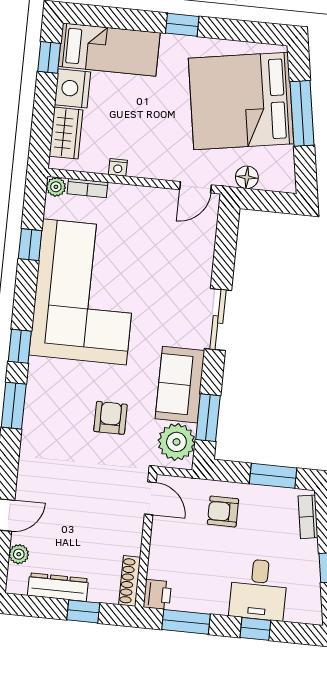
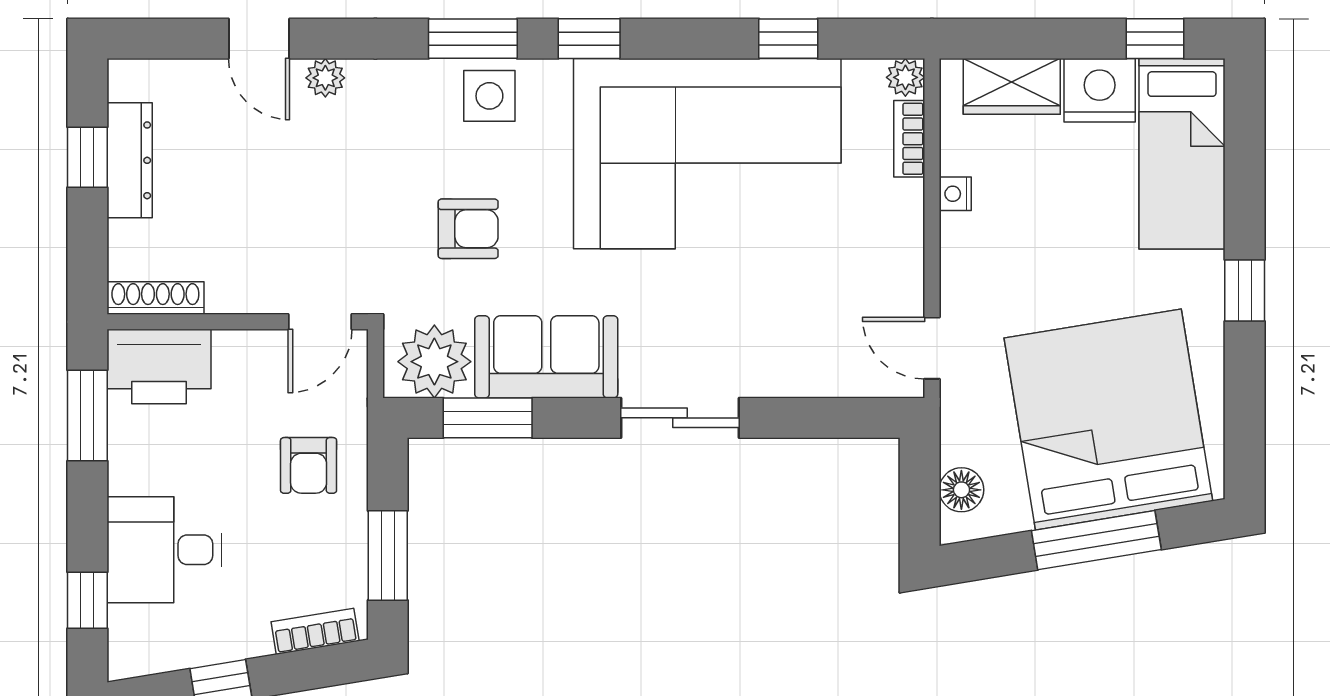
floor lamp: (247, 177) -> (961, 490), moved
side table: (44, 400) -> (489, 96), added
armchair: (223, 512) -> (309, 465), turned 180
plant: (19, 554) -> (325, 78), moved
printer: (157, 594) -> (159, 367), width x1.87, depth x1.48
window: (83, 611) -> (87, 157), moved
window: (255, 629) -> (87, 600), moved

